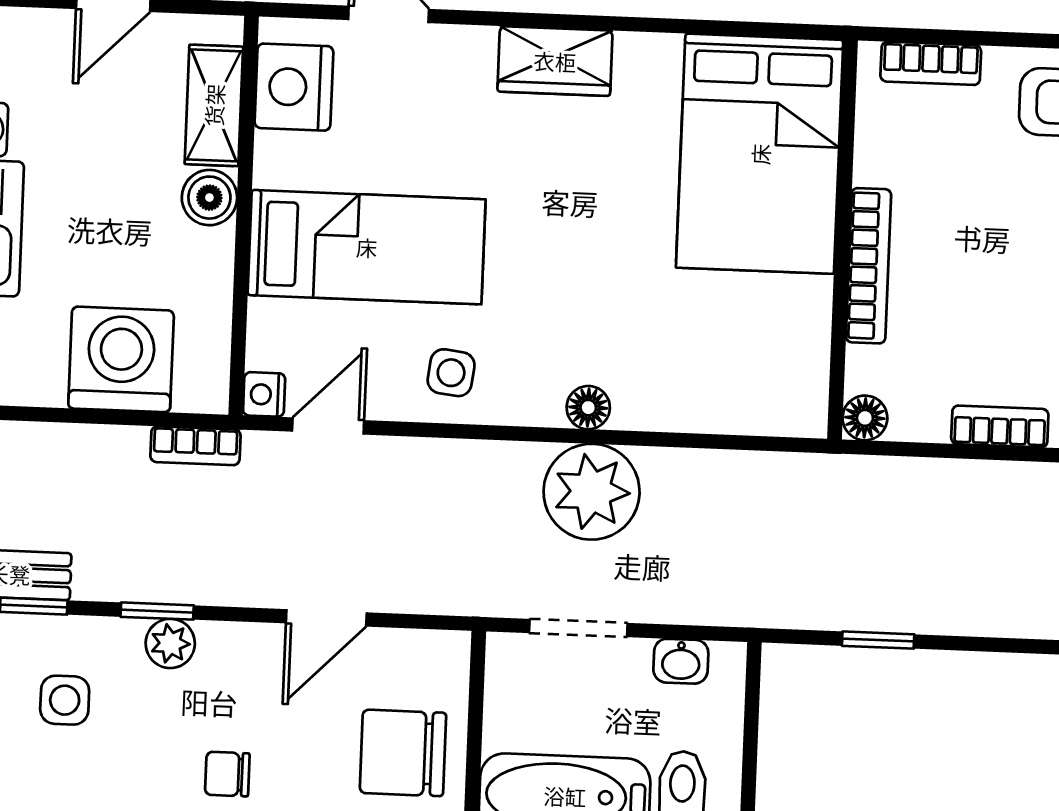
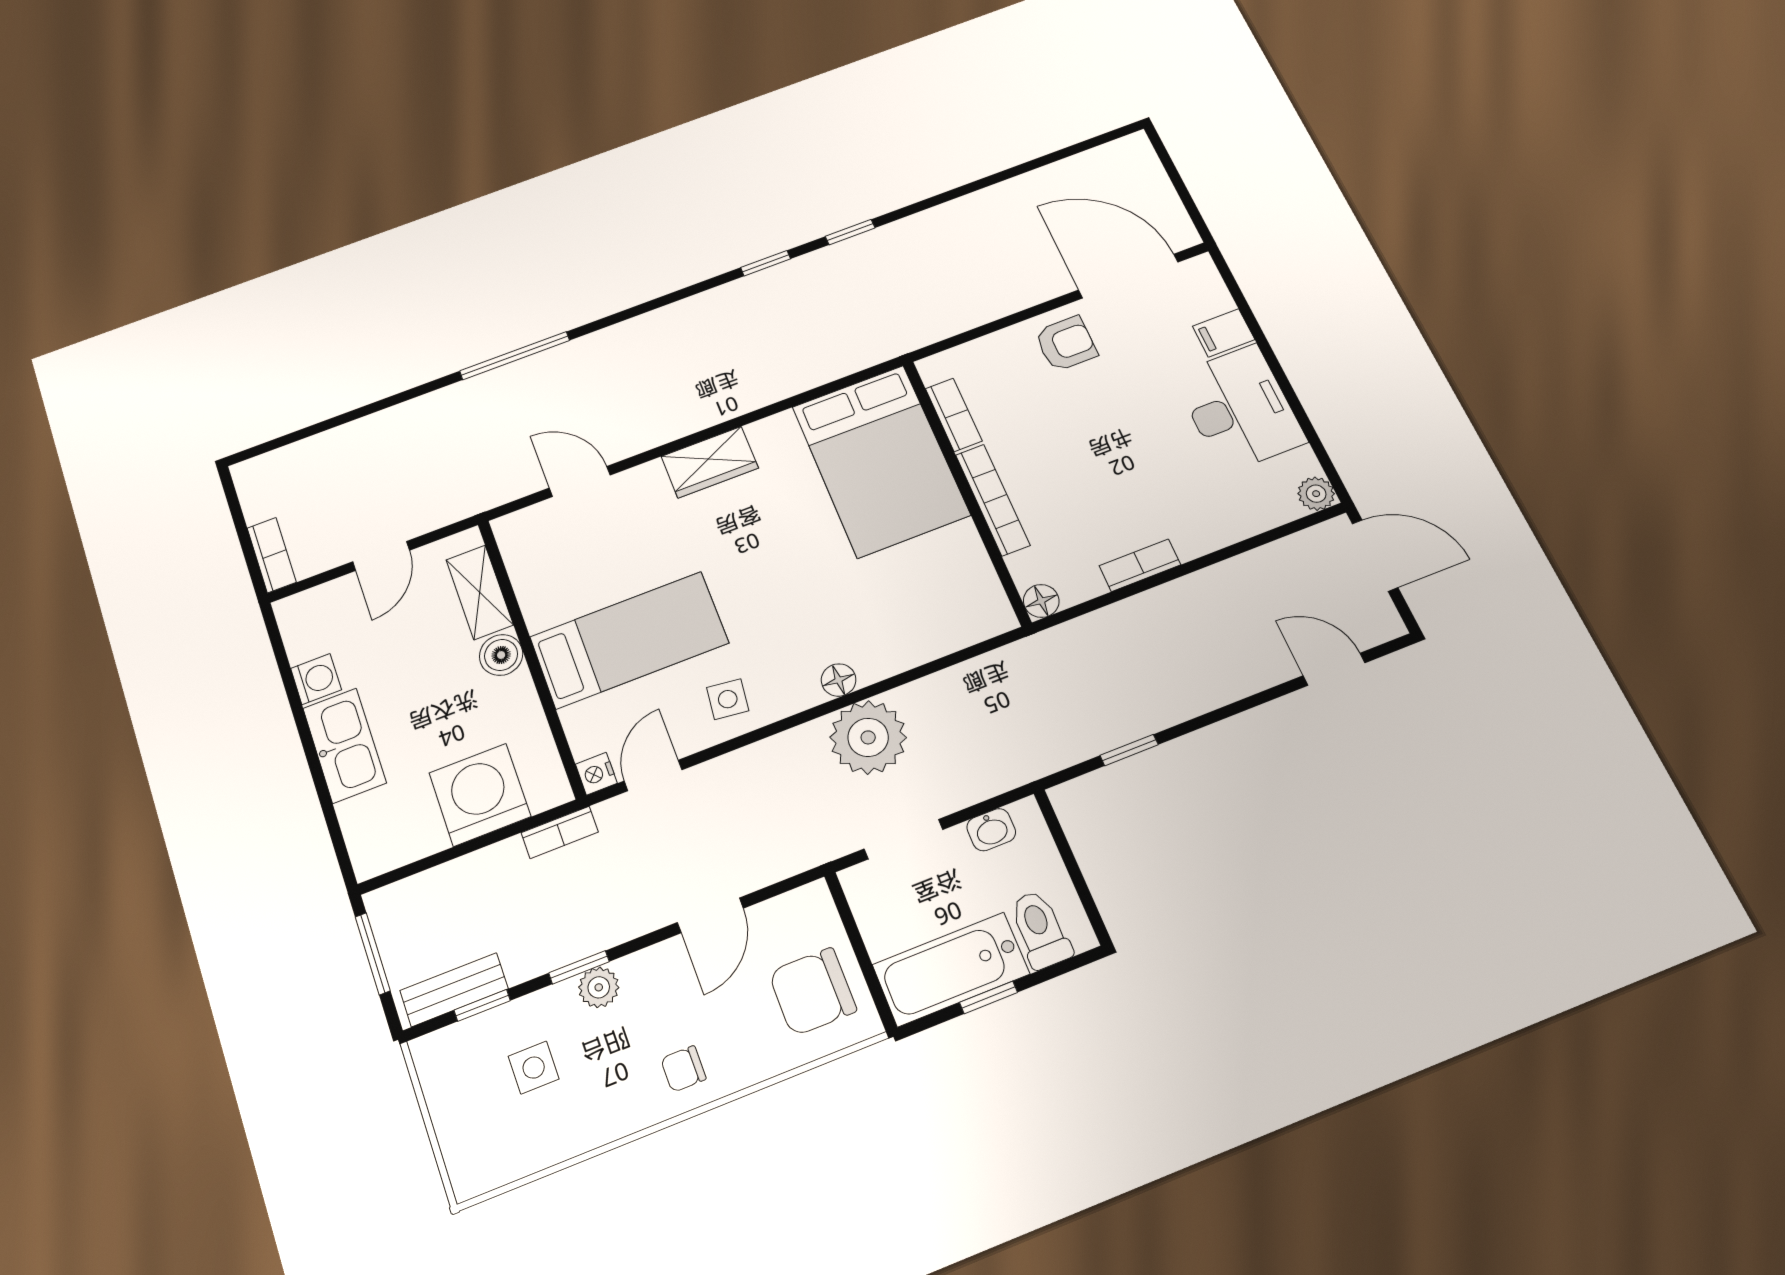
bookcase: (931, 63) -> (954, 415), moved, turned -90
nightstand: (294, 87) -> (532, 556), removed

